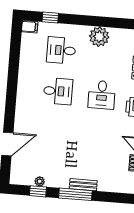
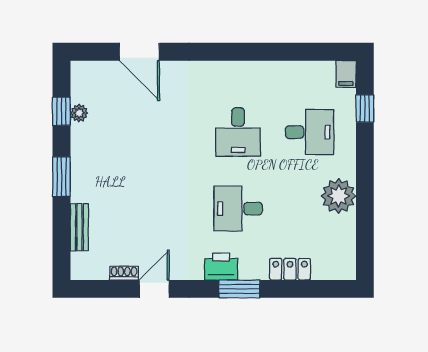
desk: (61, 50) -> (310, 132), turned 90
bench: (83, 185) -> (79, 227), moved
window: (75, 194) -> (61, 177), width x0.69

